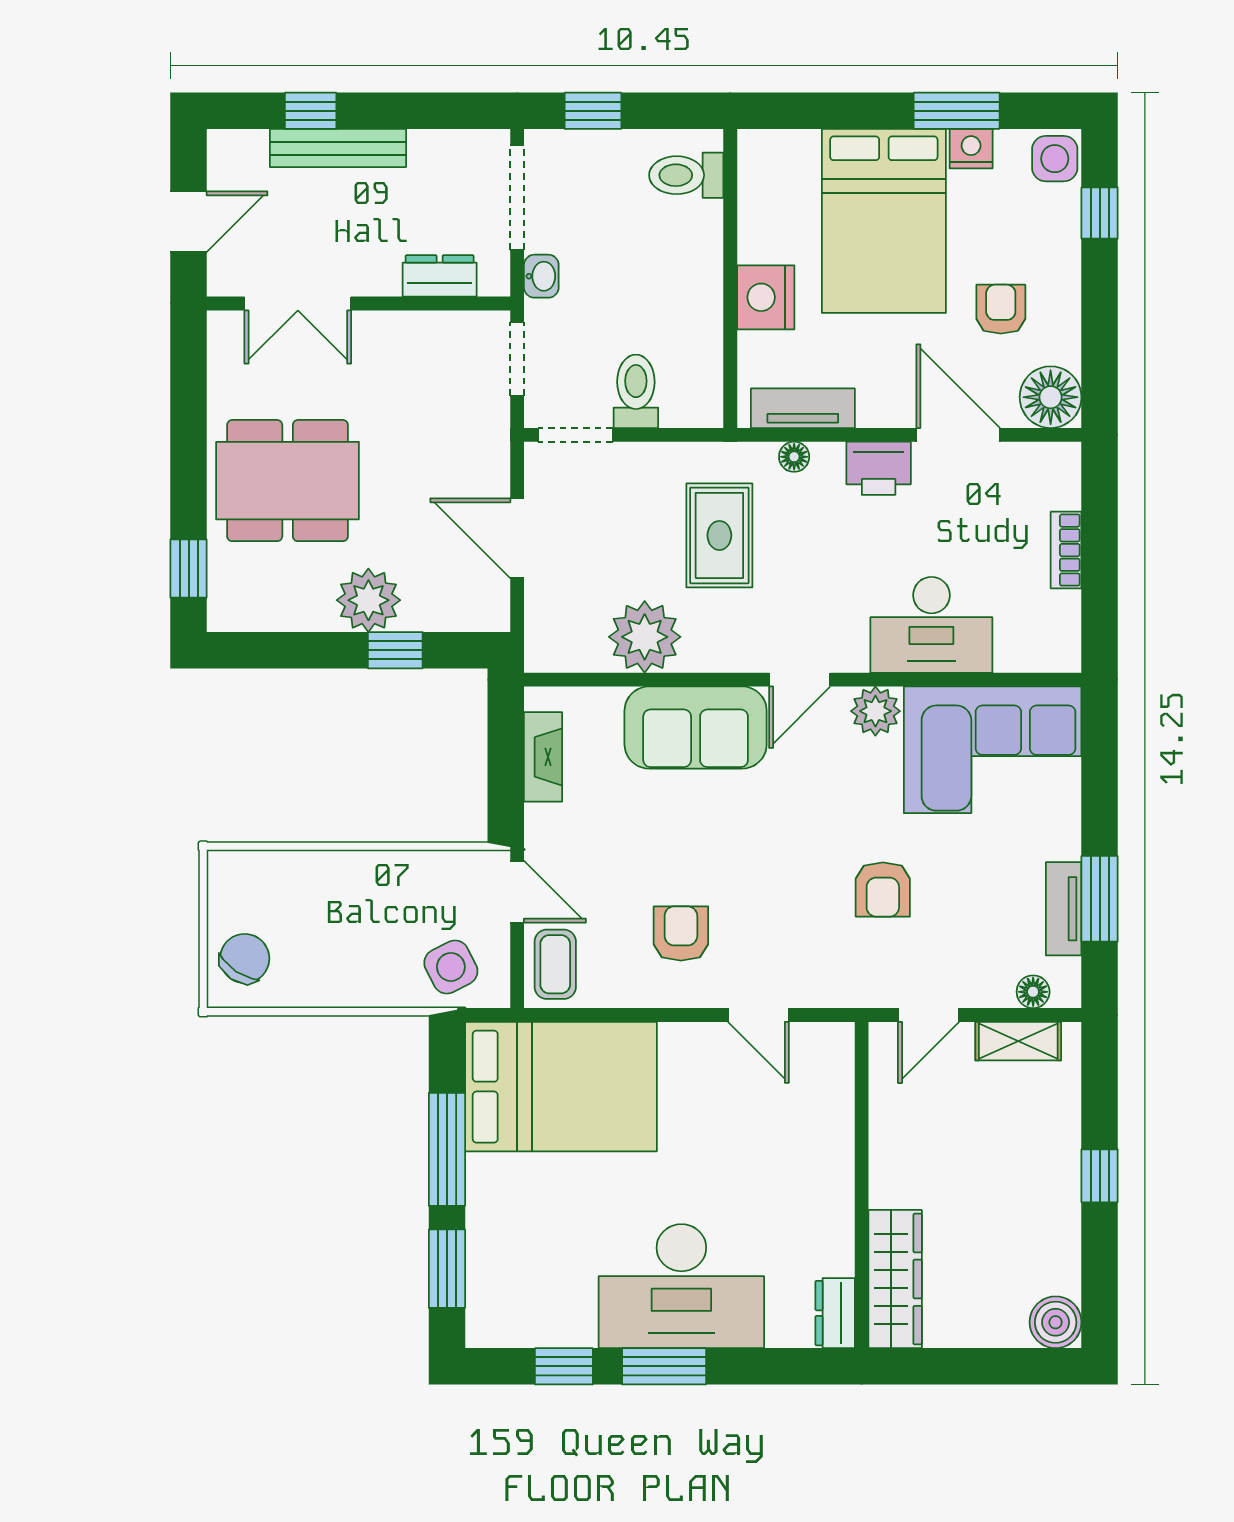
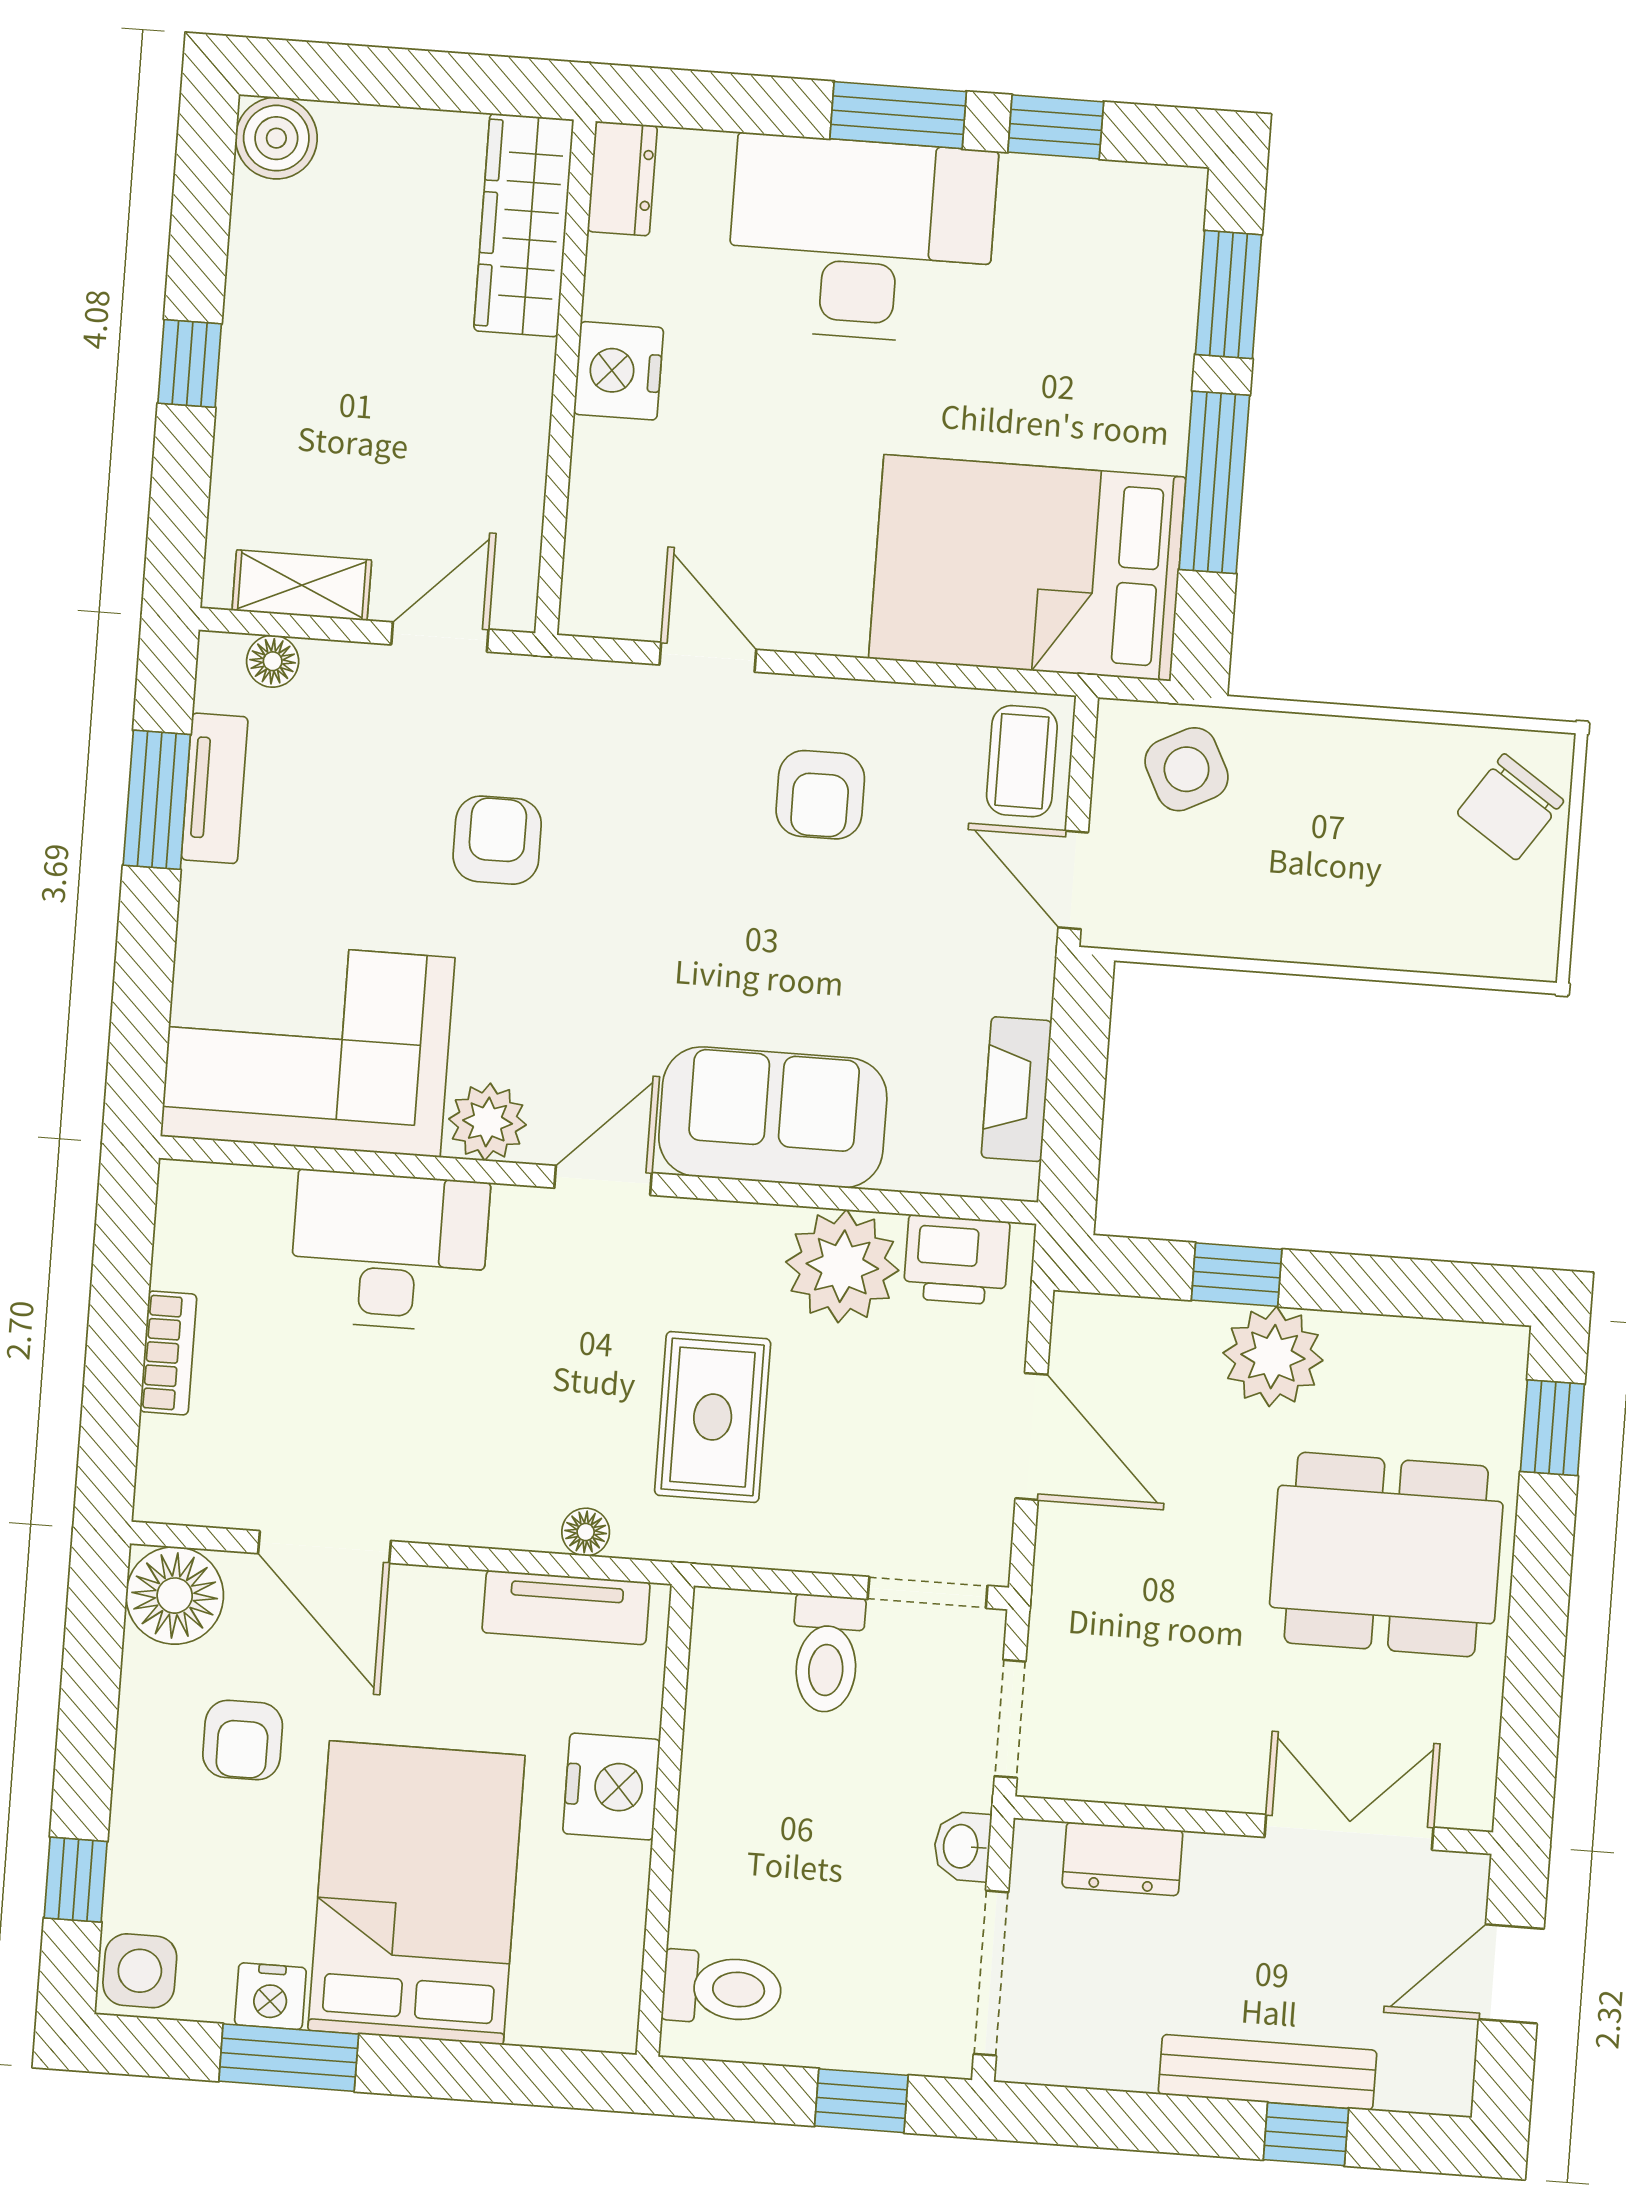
printer: (879, 468) -> (956, 1260), moved, turned 180
nightstand: (828, 1192) -> (619, 371), added

